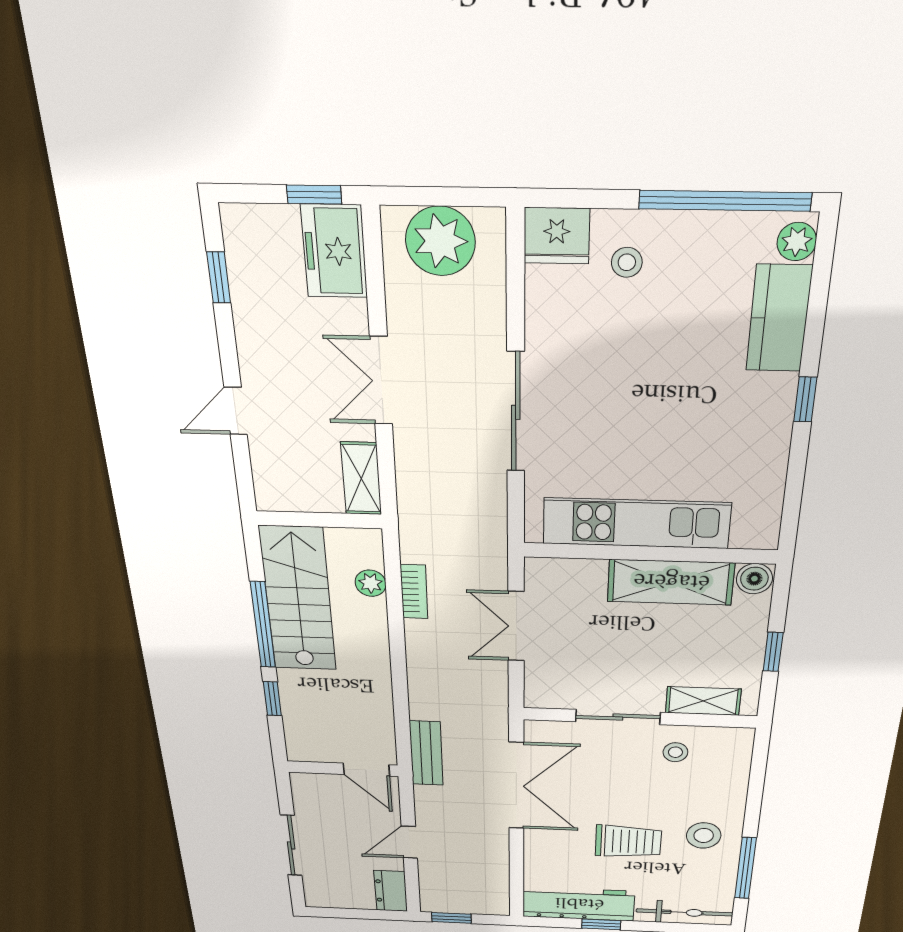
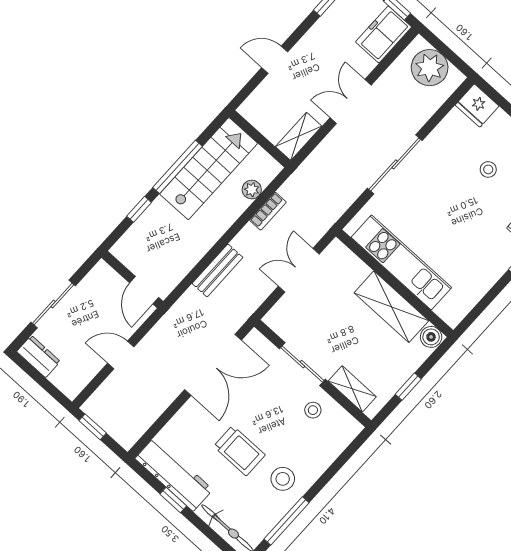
stool: (627, 262) -> (488, 169), moved
bench: (426, 753) -> (218, 270), moved
dresser: (391, 891) -> (39, 356), moved, turned 90

